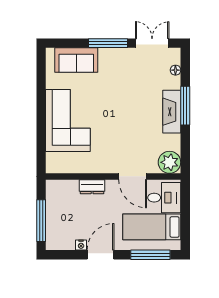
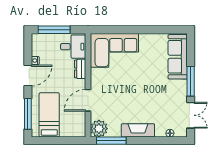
sofa: (76, 60) -> (178, 57), width x1.36
window: (185, 106) -> (111, 141), moved
corner sofa: (68, 121) -> (114, 50), moved
desk: (164, 198) -> (73, 47), moved, turned -90
door: (101, 255) -> (28, 76), hinge flipped

